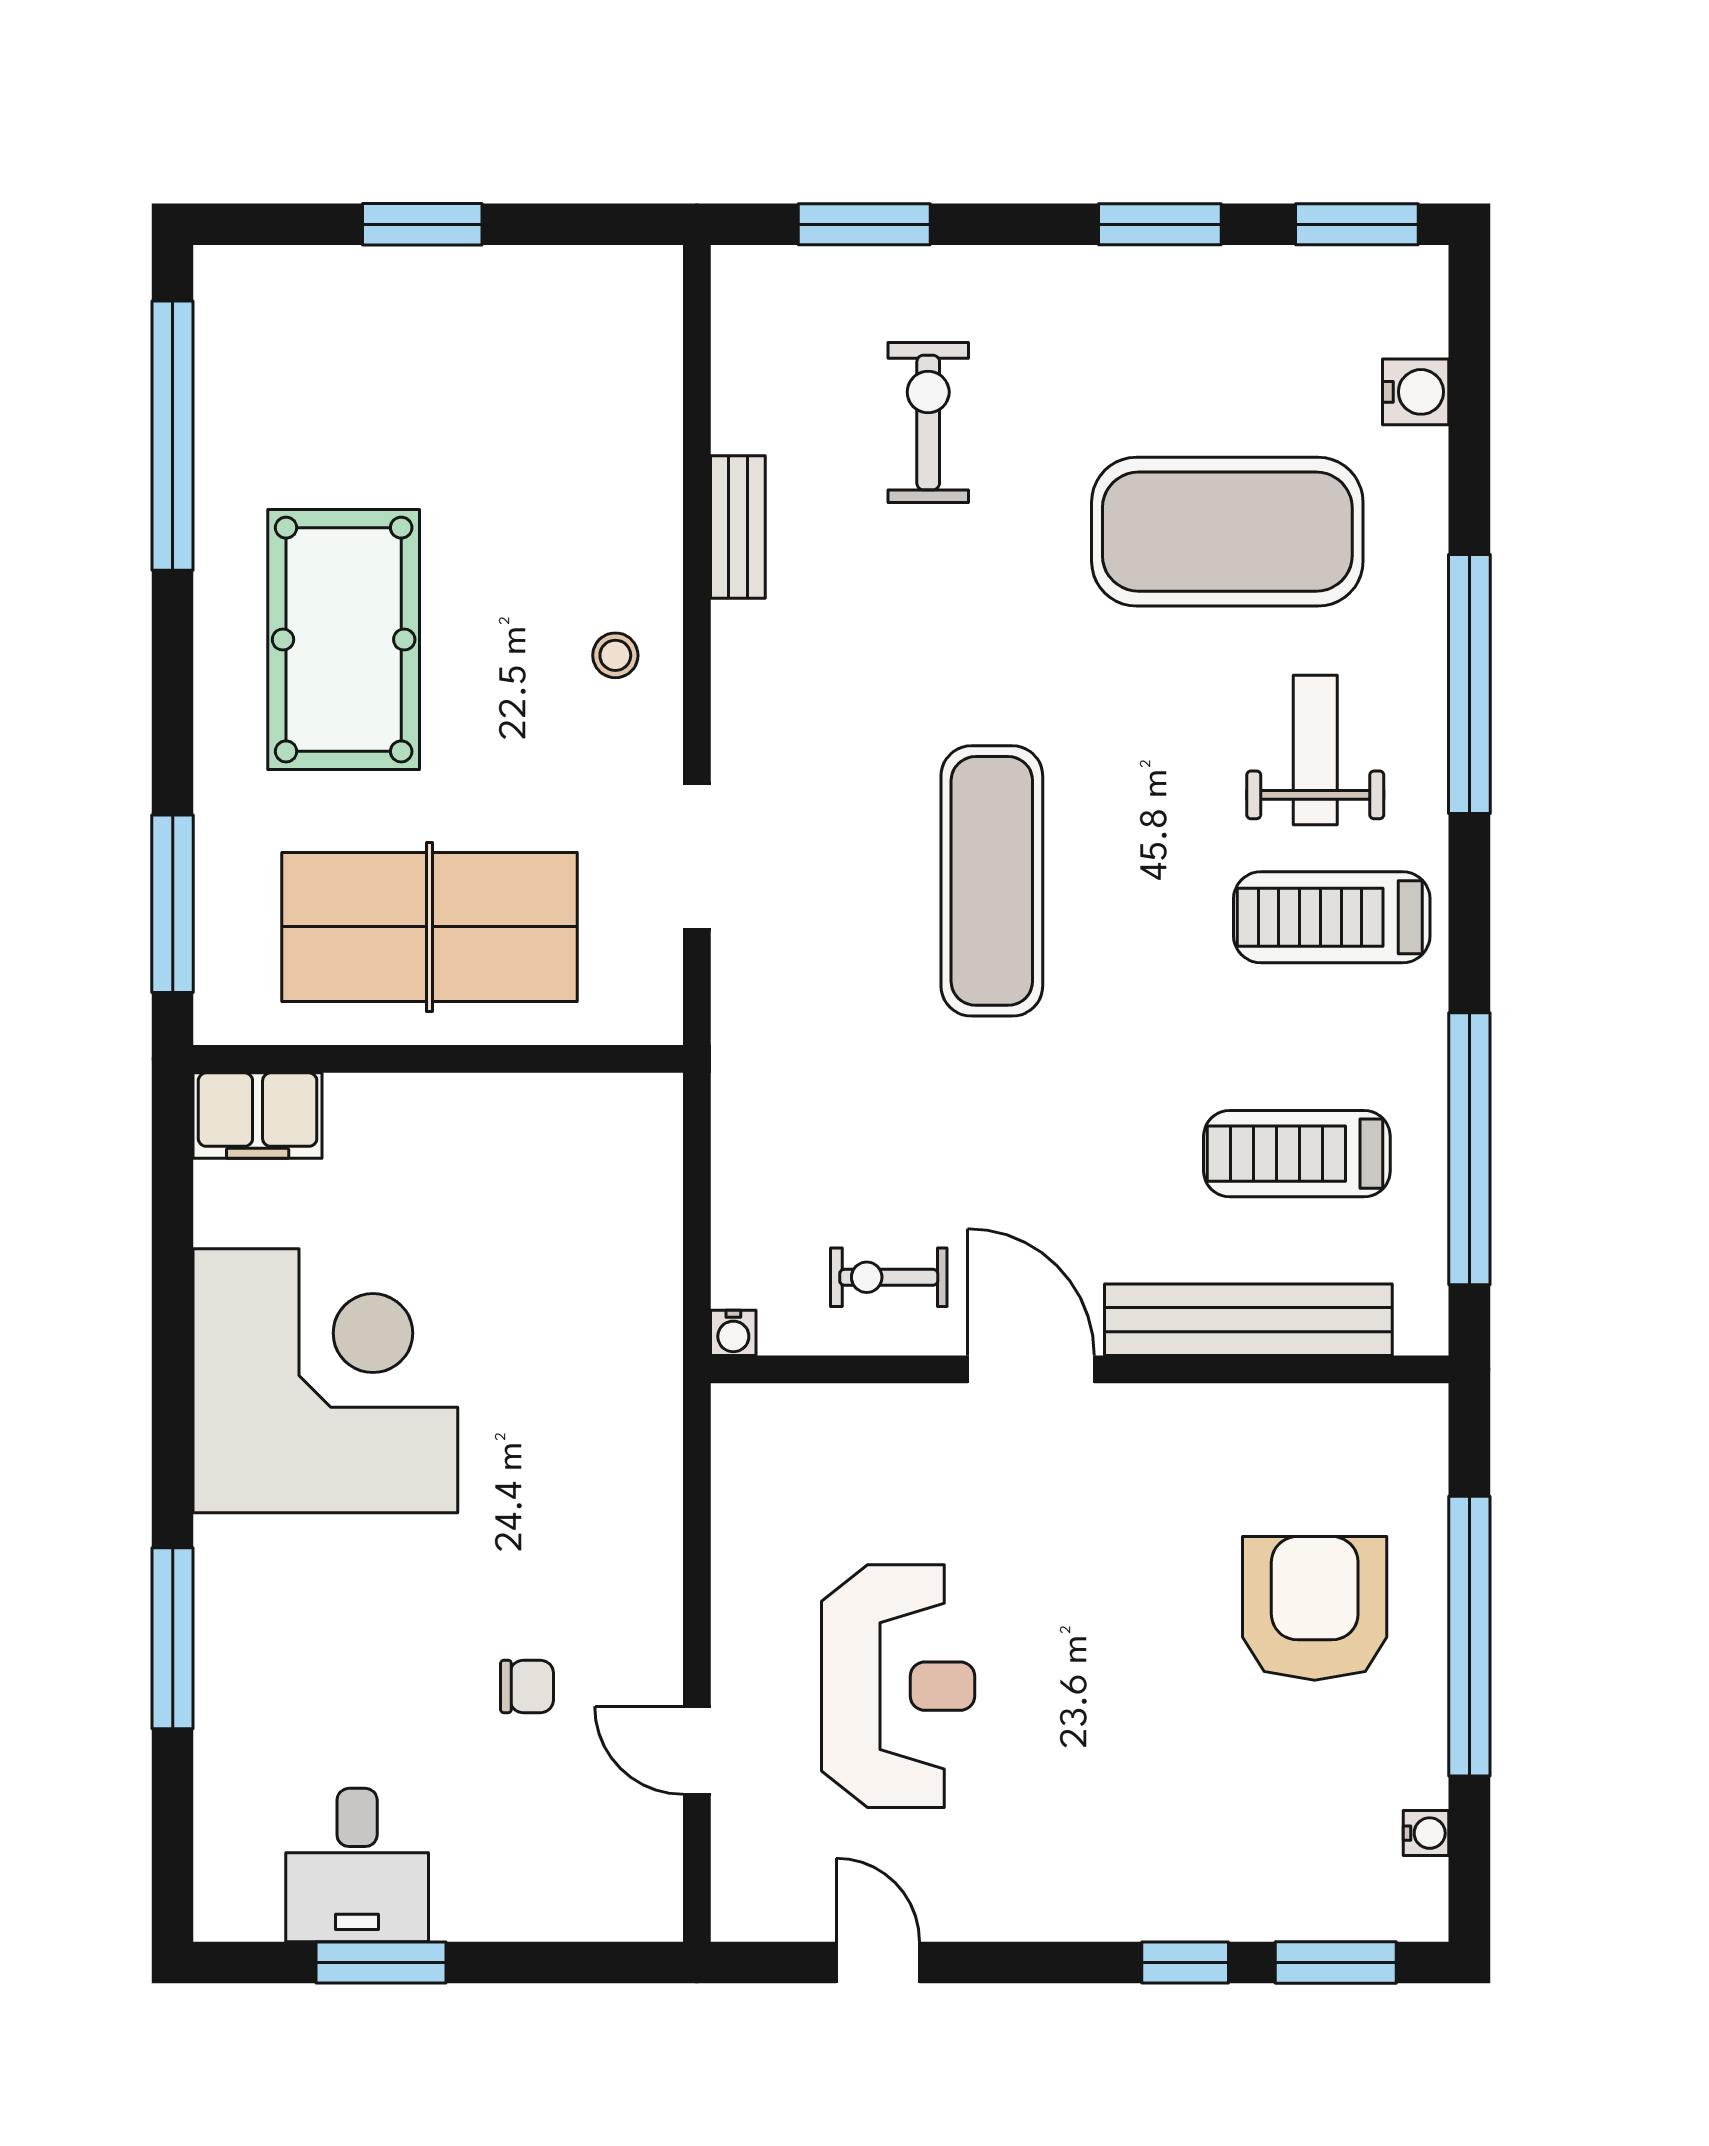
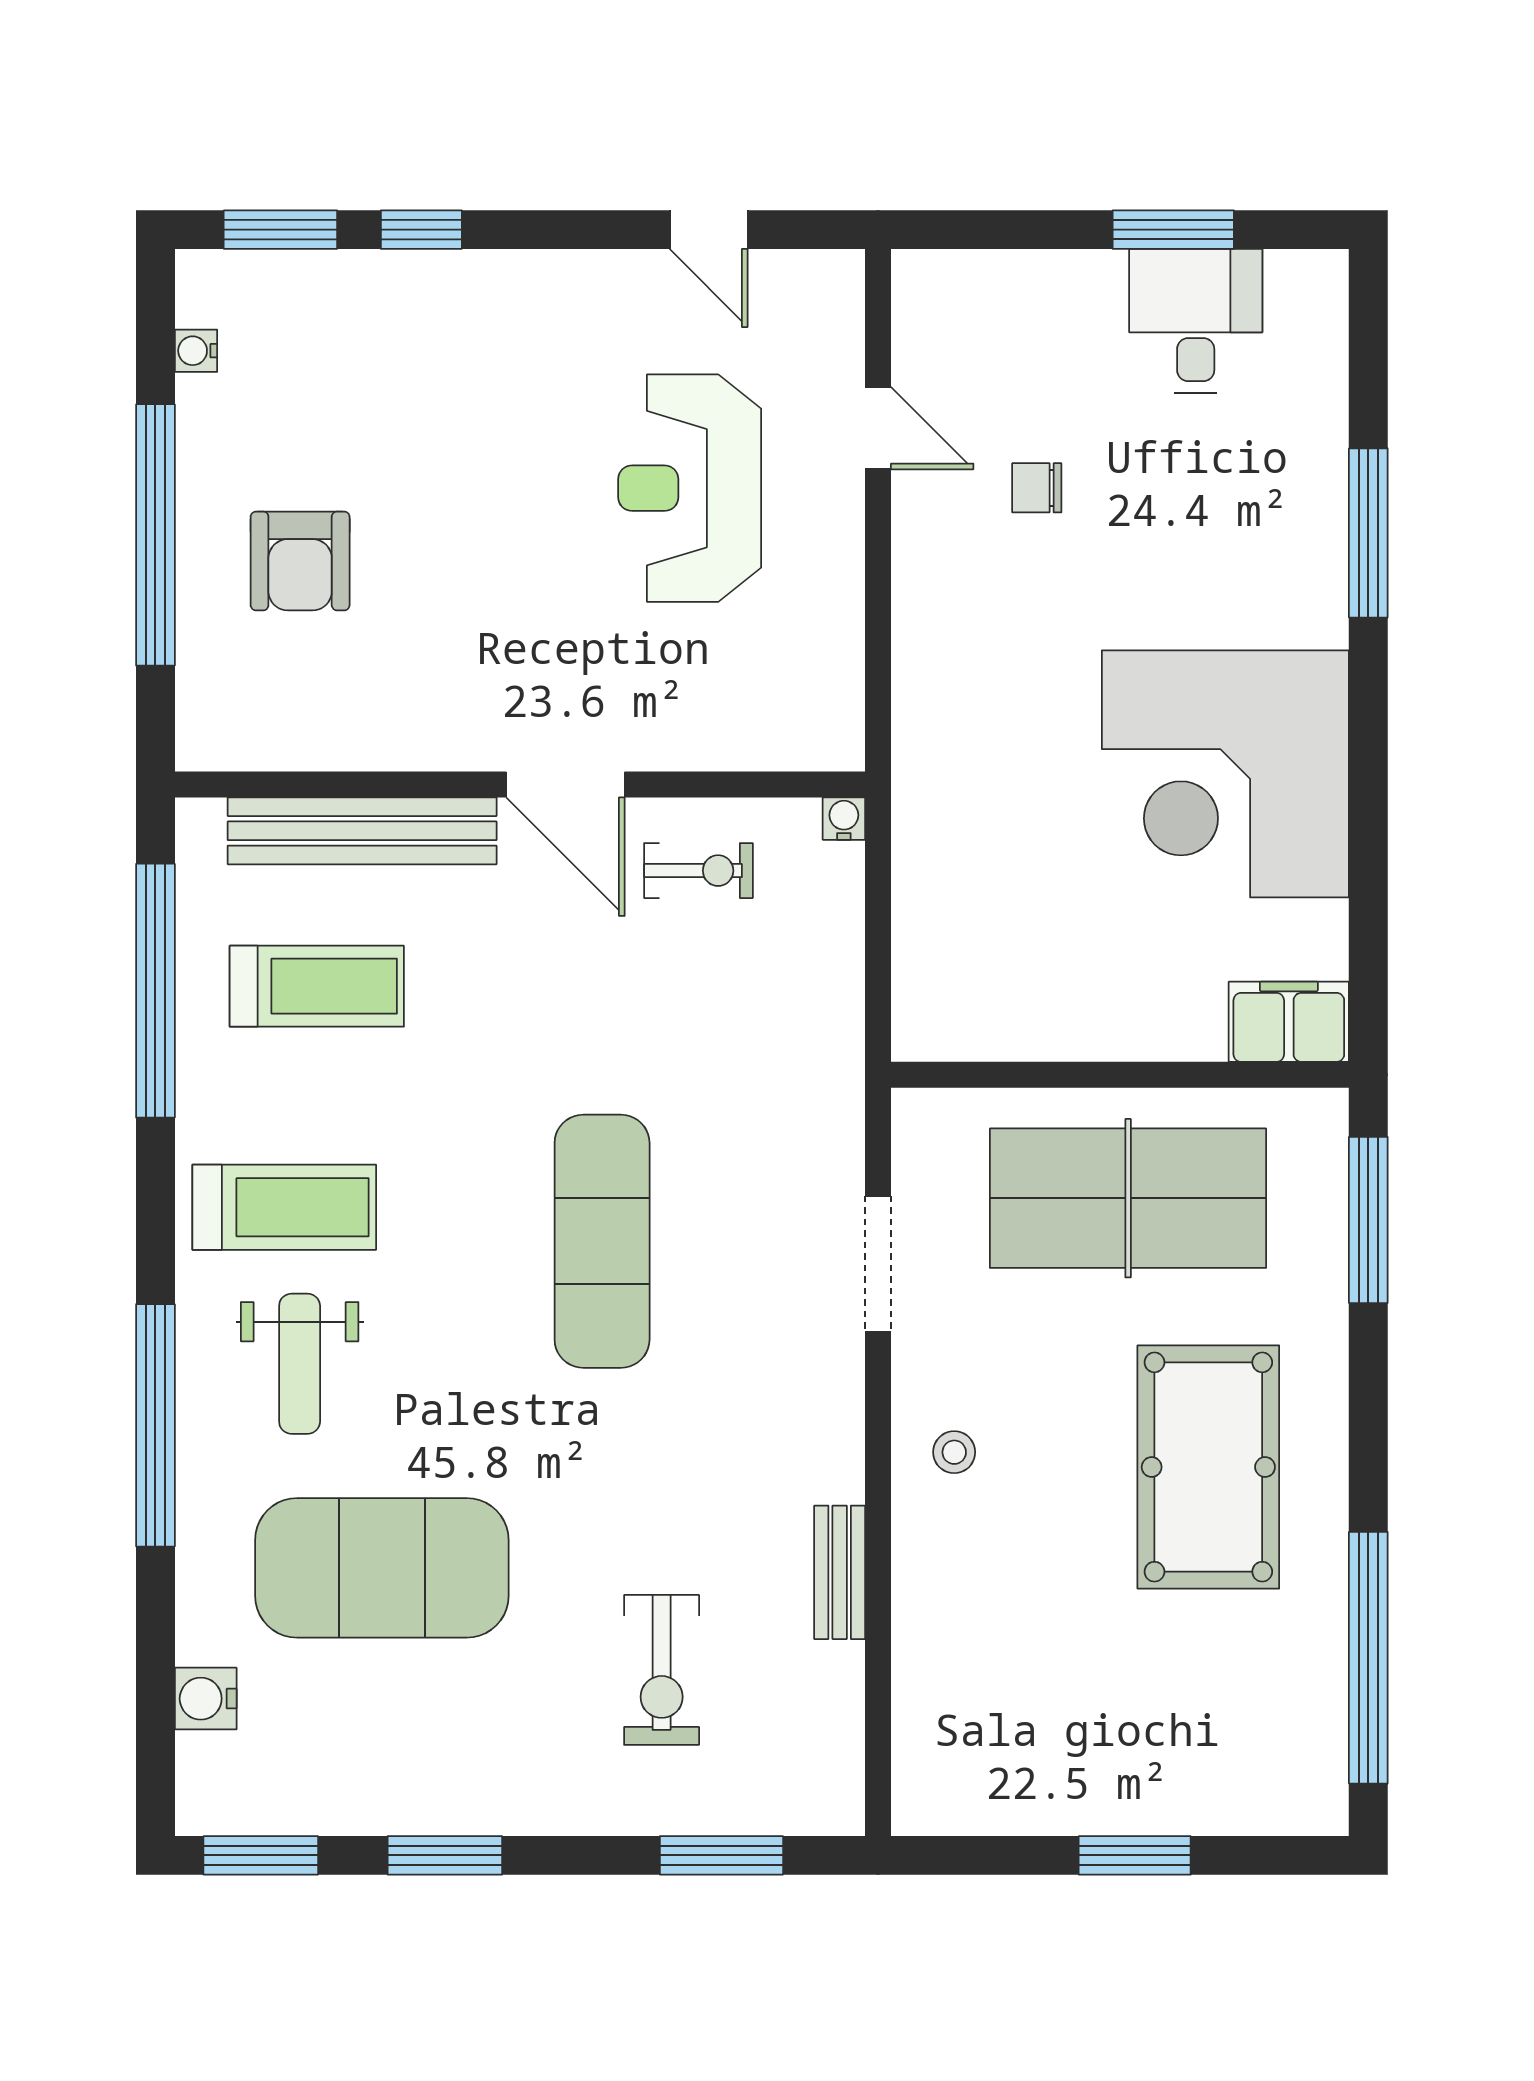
armchair: (1315, 1608) -> (300, 561), width x0.73, depth x0.73

